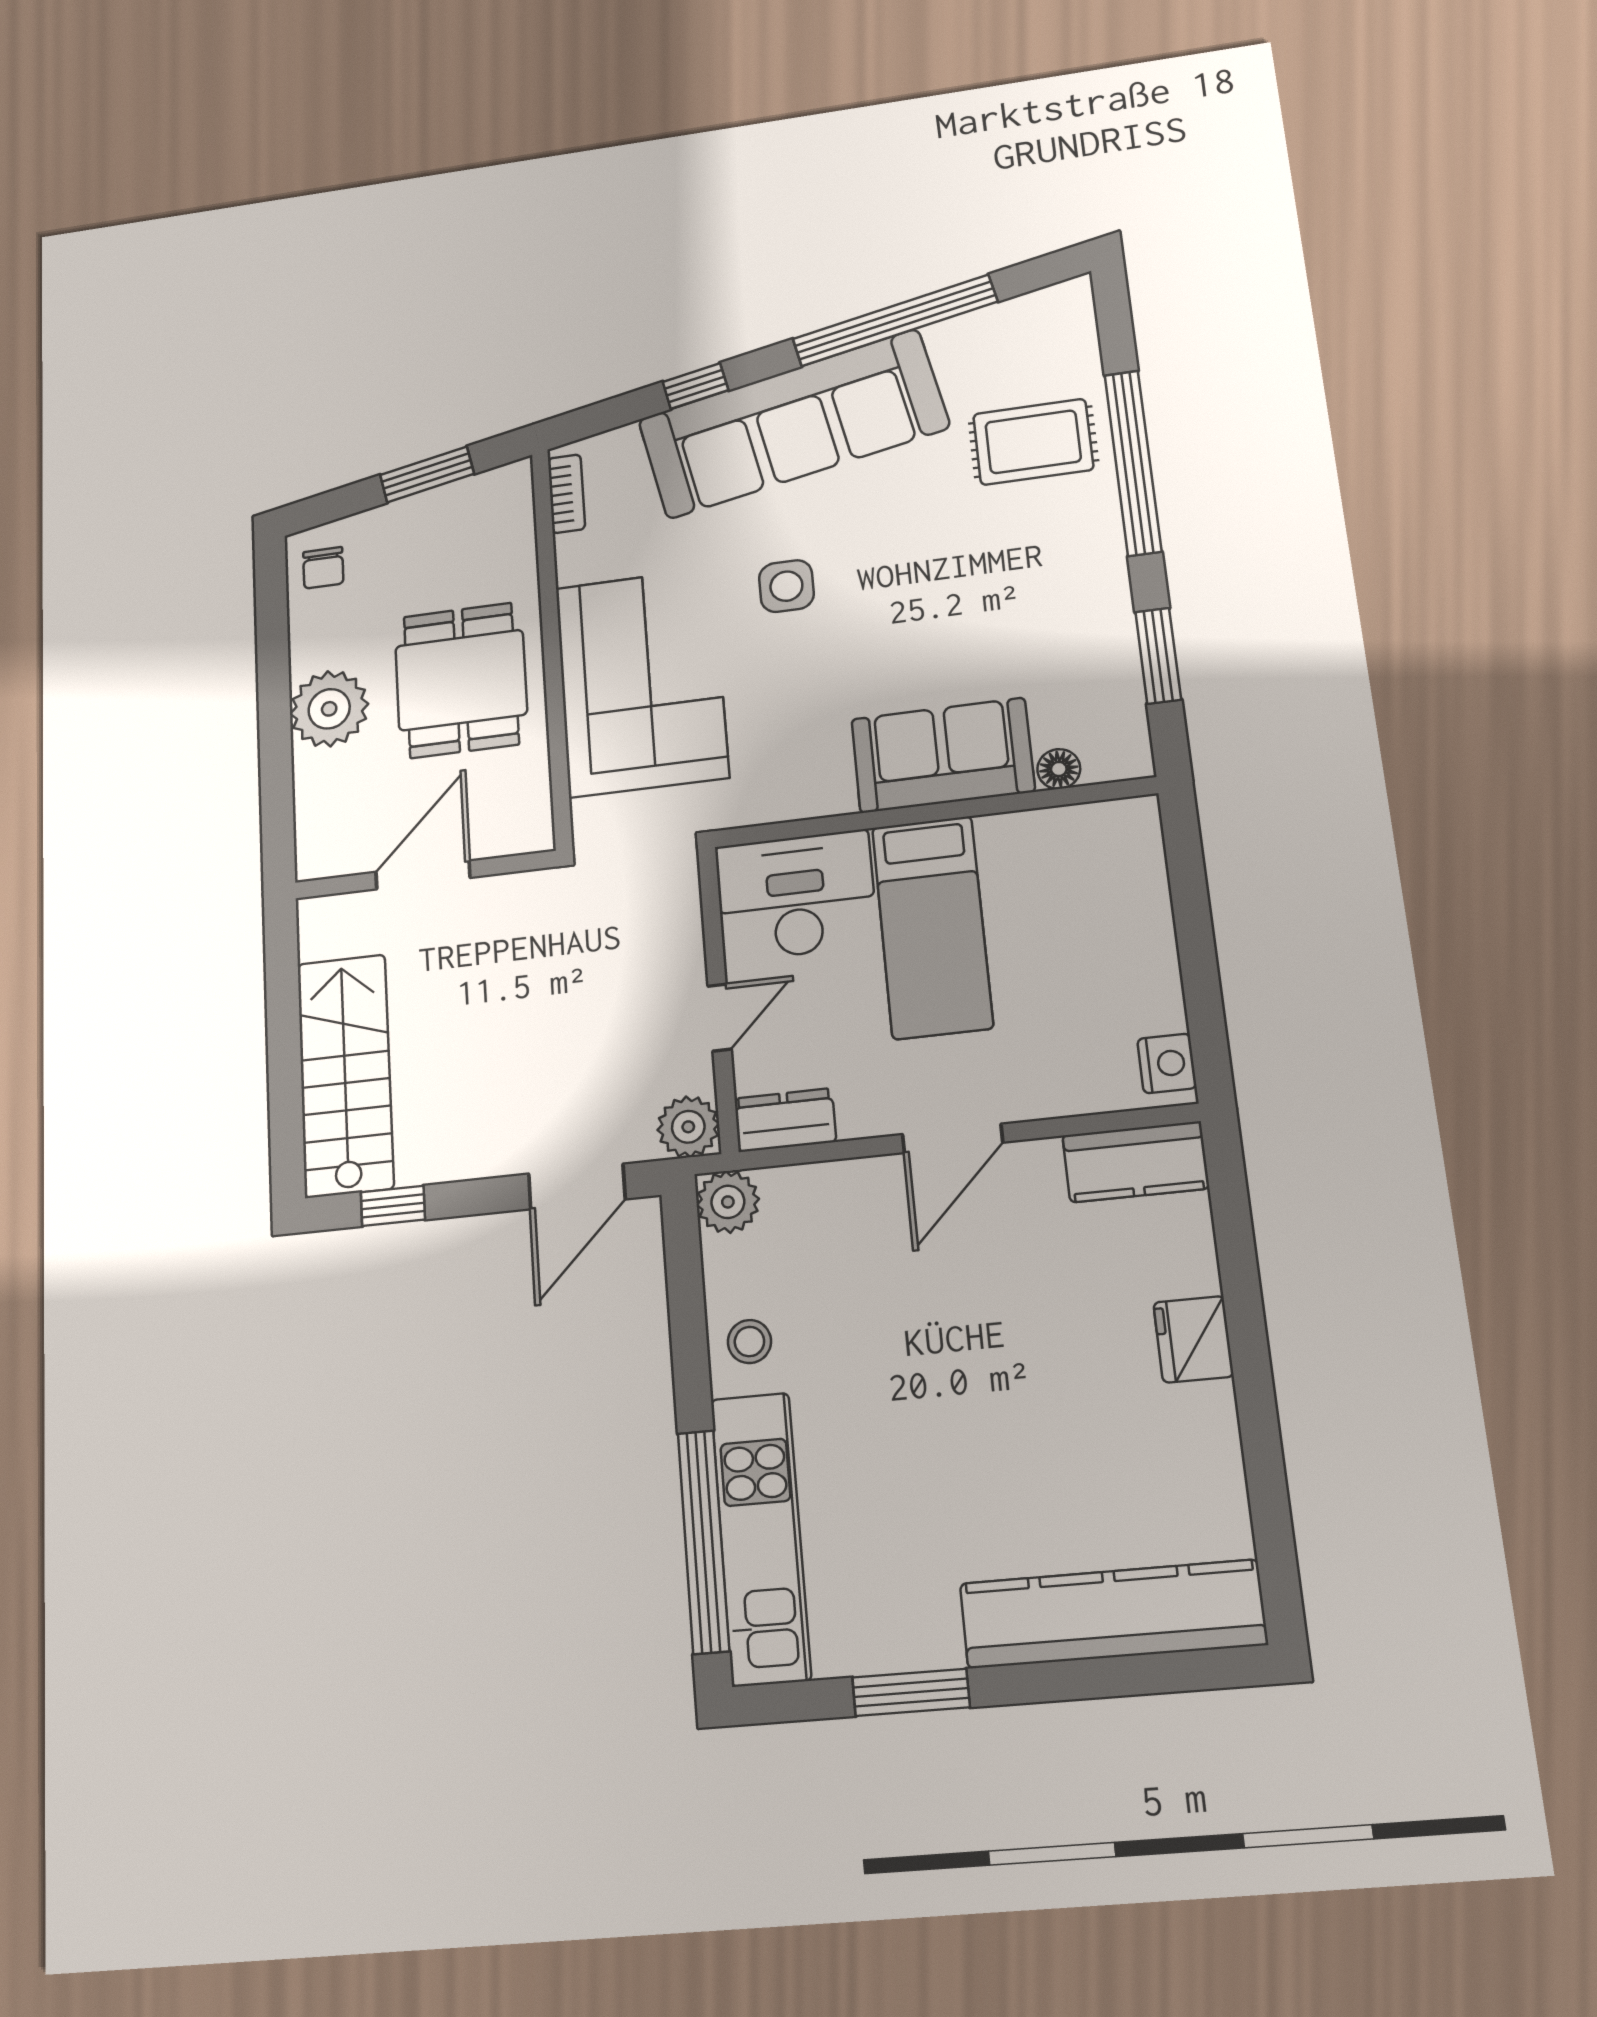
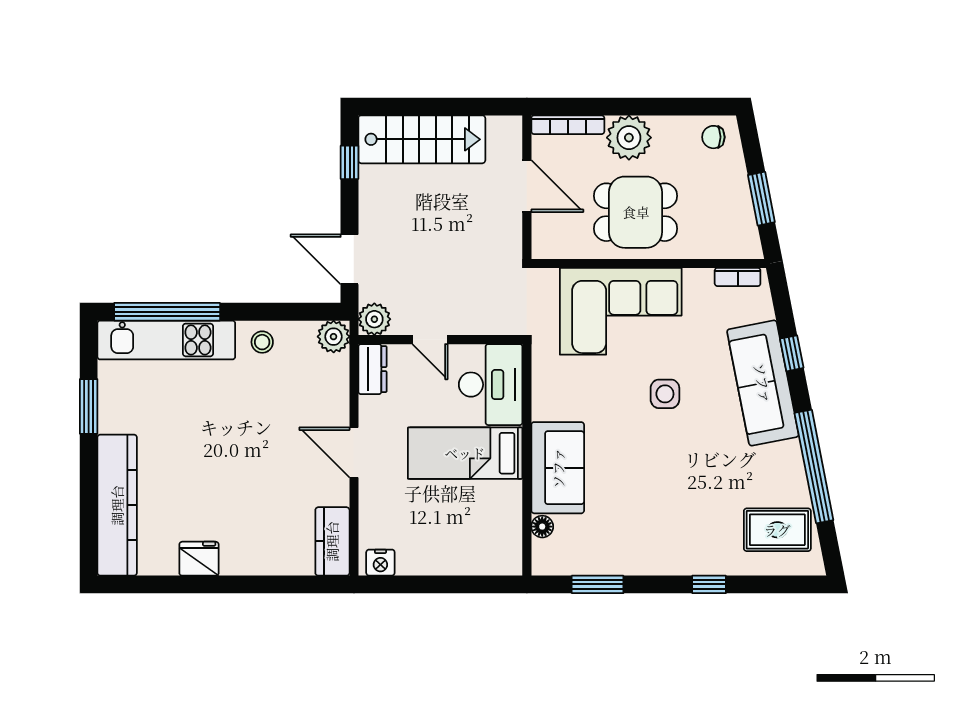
sofa: (793, 424) -> (763, 383), width x0.74, depth x0.79
rug: (1033, 442) -> (777, 530), moved, turned 90
window: (1133, 463) -> (709, 584), width x0.32
bookcase: (310, 817) -> (568, 125), added
fridge: (1193, 1339) -> (199, 559), moved

